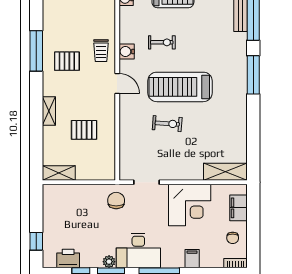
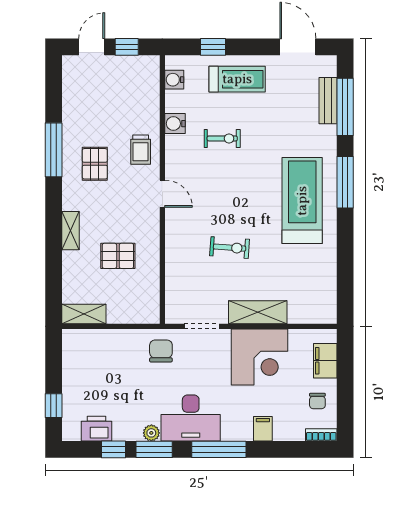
water cooler: (127, 52) -> (175, 124), moved
pallet: (67, 61) -> (95, 164), turned 90
treadmill: (180, 87) -> (302, 201), moved, turned 90
shelving: (225, 172) -> (258, 312), moved

